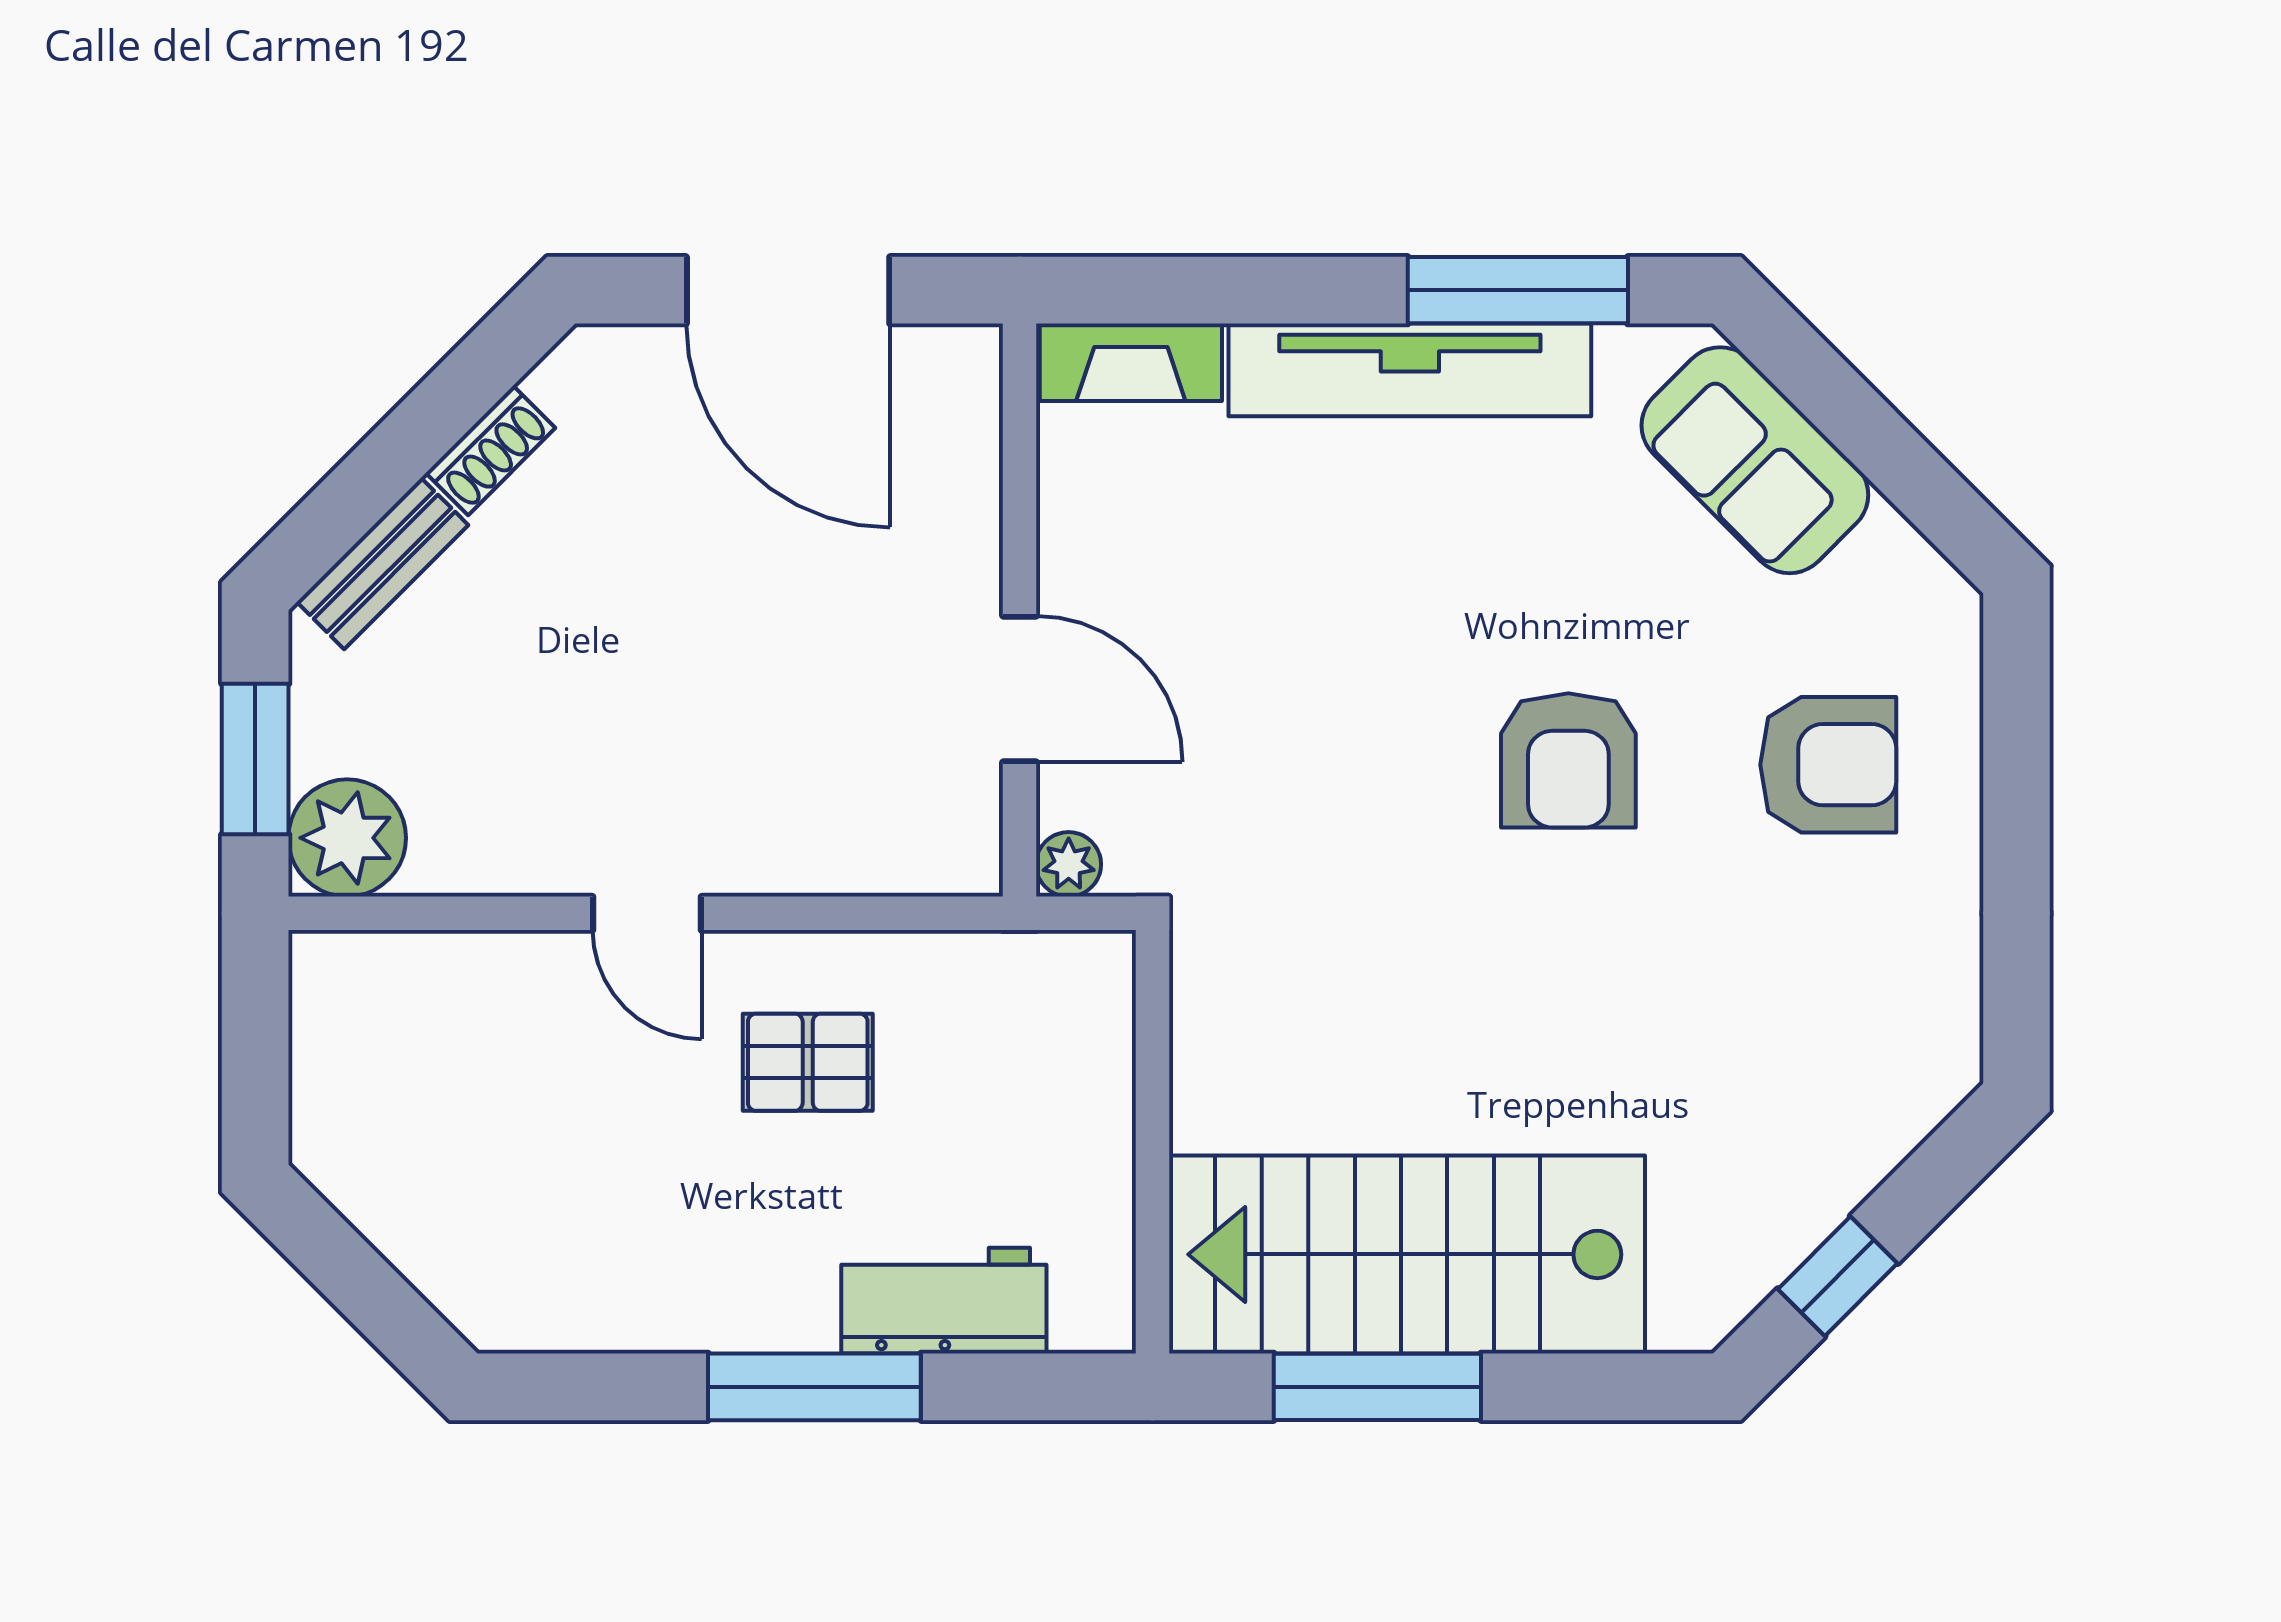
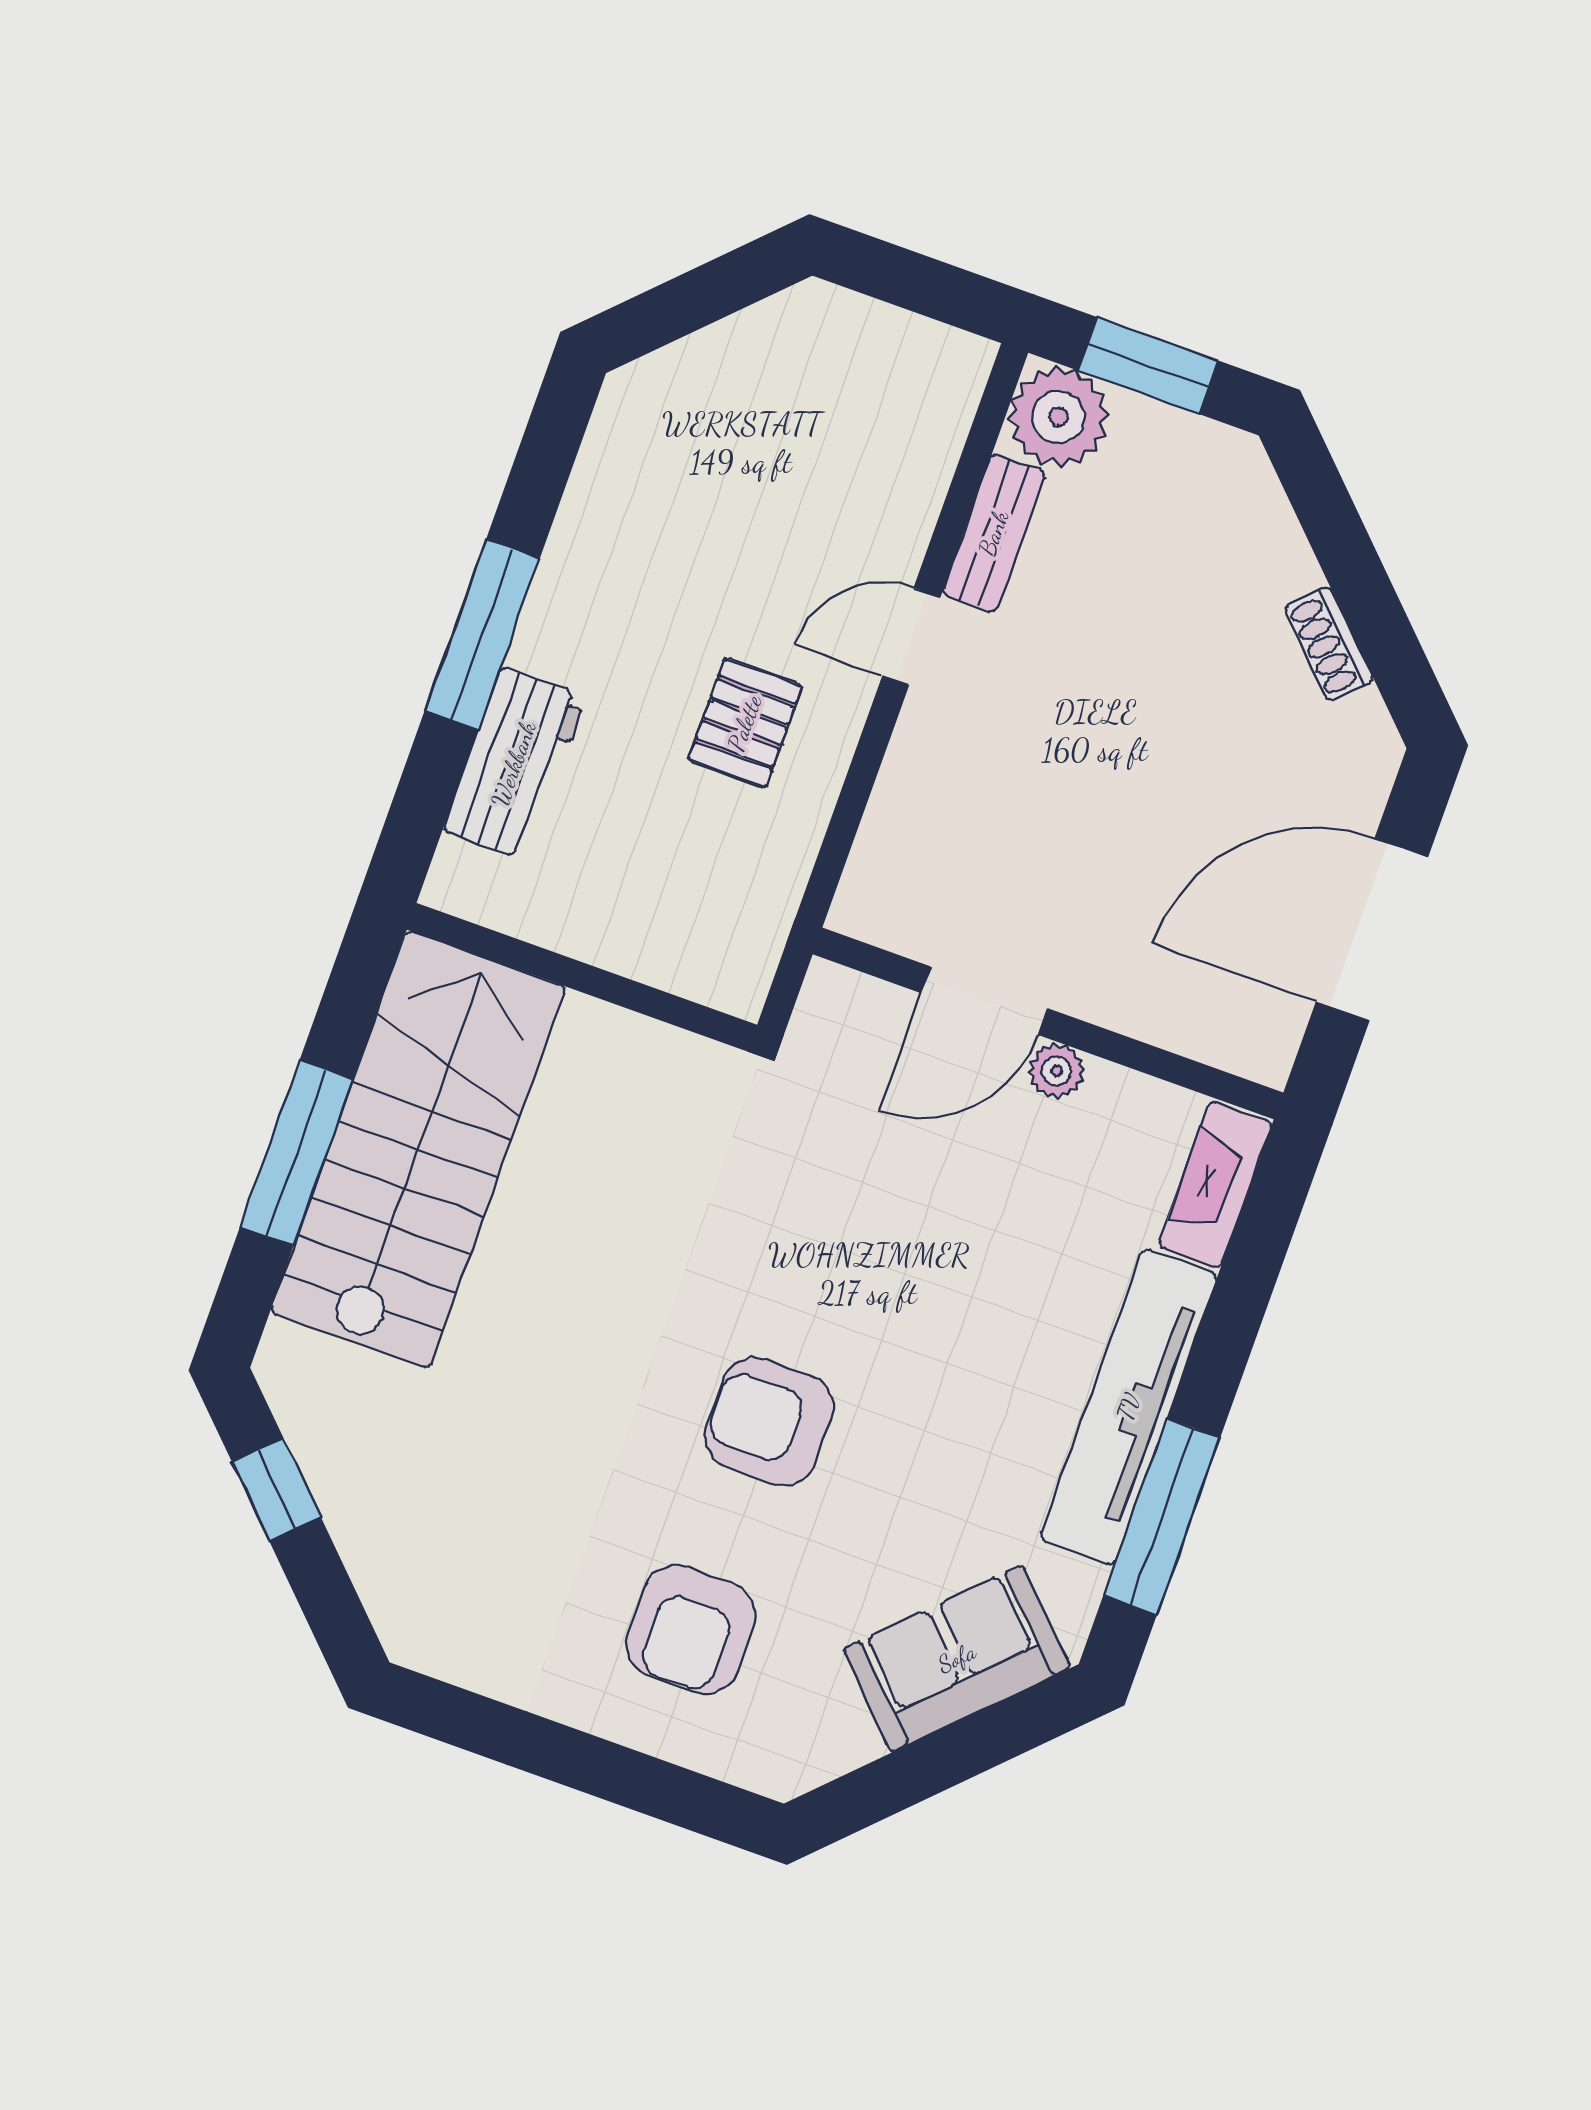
bench: (382, 563) -> (994, 533), moved, turned 45
plant: (1069, 864) -> (1056, 1071), moved
window: (1377, 1387) -> (297, 1153), moved

